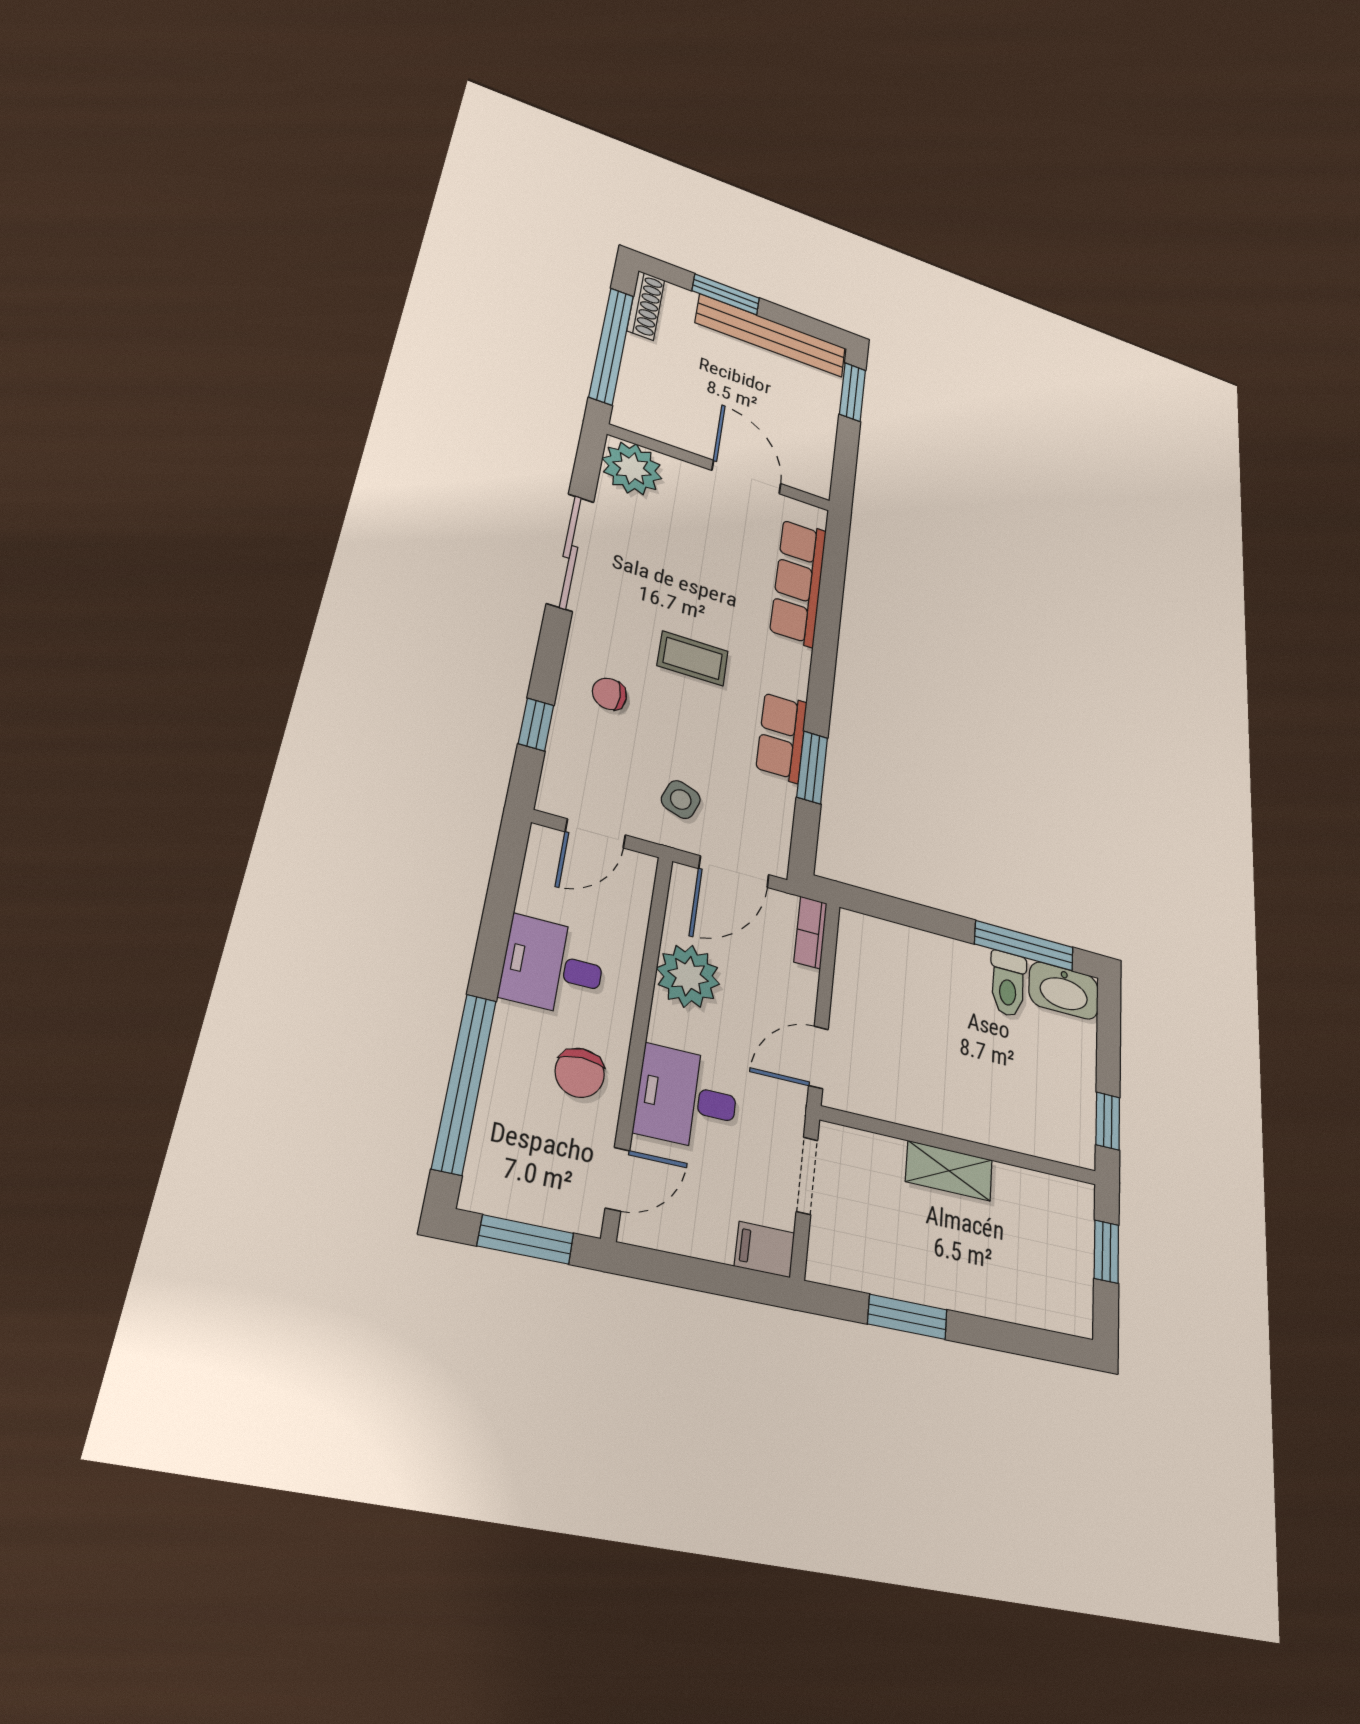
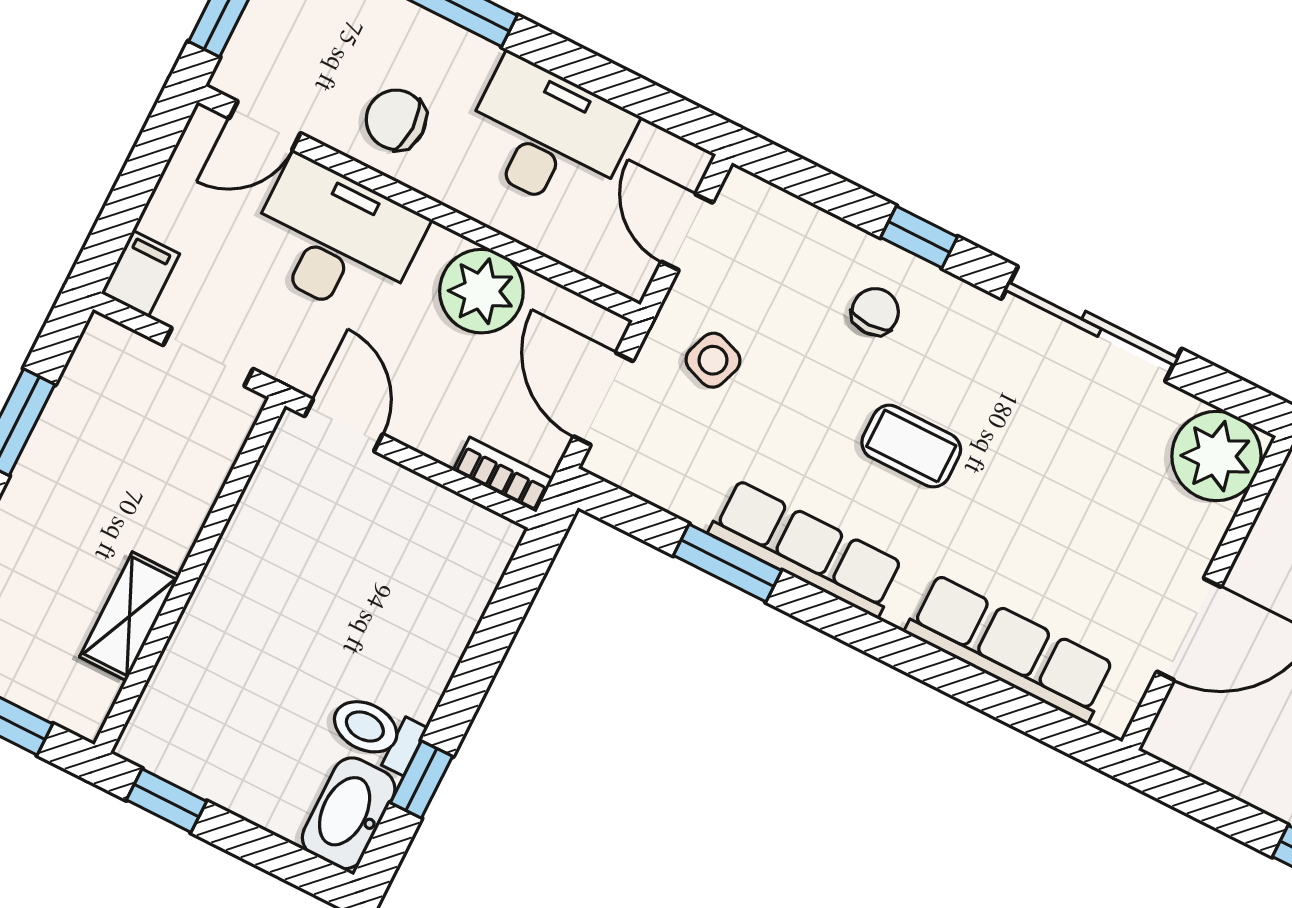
coffee table: (693, 658) -> (911, 446), turned 90
window: (536, 724) -> (919, 237), moved
row of seats: (782, 737) -> (806, 549), width x1.48
window: (1024, 946) -> (421, 780), width x0.46
desk: (553, 966) -> (547, 136), width x1.37
desk: (687, 1098) -> (335, 239), width x1.37
shelving: (949, 1171) -> (130, 616), moved
door: (617, 1179) -> (265, 126), hinge flipped

